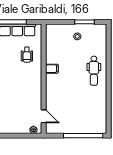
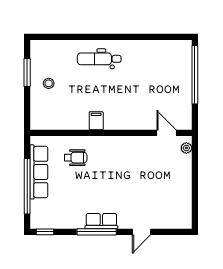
dental chair: (94, 71) -> (99, 59), turned 180
door: (44, 116) -> (166, 133), hinge flipped

